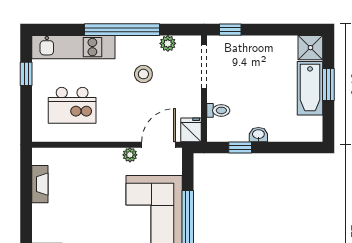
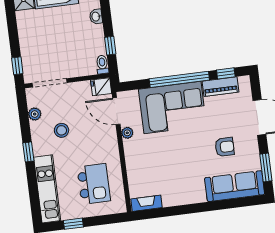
window: (122, 30) -> (28, 152), width x0.32
toilet: (218, 110) -> (102, 65), moved
washbasin: (258, 135) -> (96, 17), moved
fireplace: (40, 184) -> (146, 203), moved

